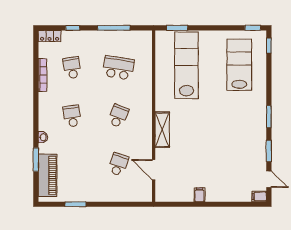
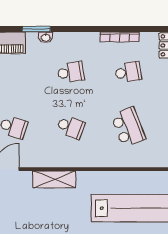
school desk: (118, 68) -> (128, 127), turned -30
window: (36, 160) -> (36, 29), moved

